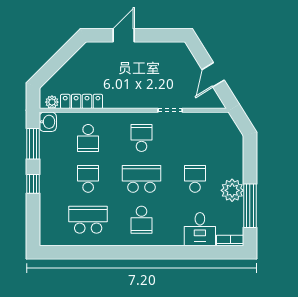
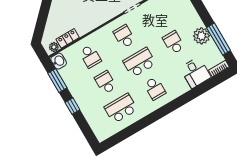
locker: (82, 101) -> (68, 38), width x0.66

